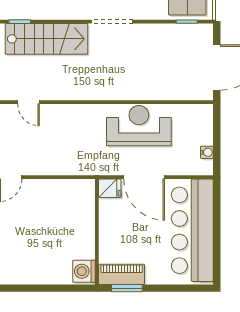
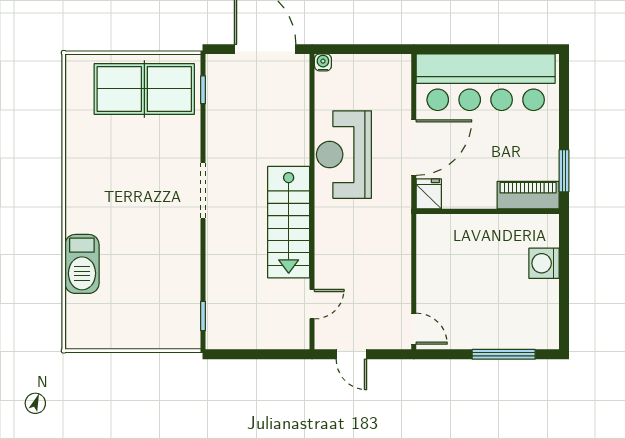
stairs: (46, 39) -> (289, 222), moved, turned 180
water cooler: (207, 152) -> (323, 62), moved
washing machine: (84, 271) -> (544, 263), moved, turned 90
piano: (122, 274) -> (528, 195), moved, turned 90

